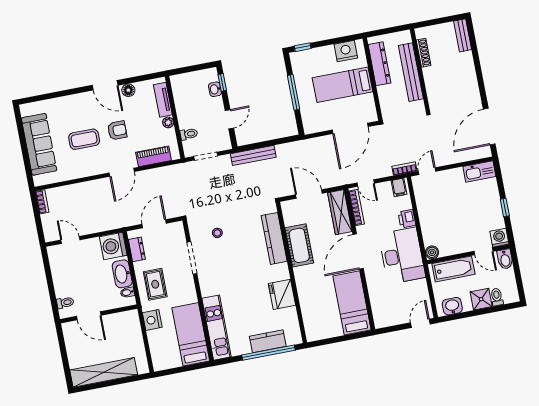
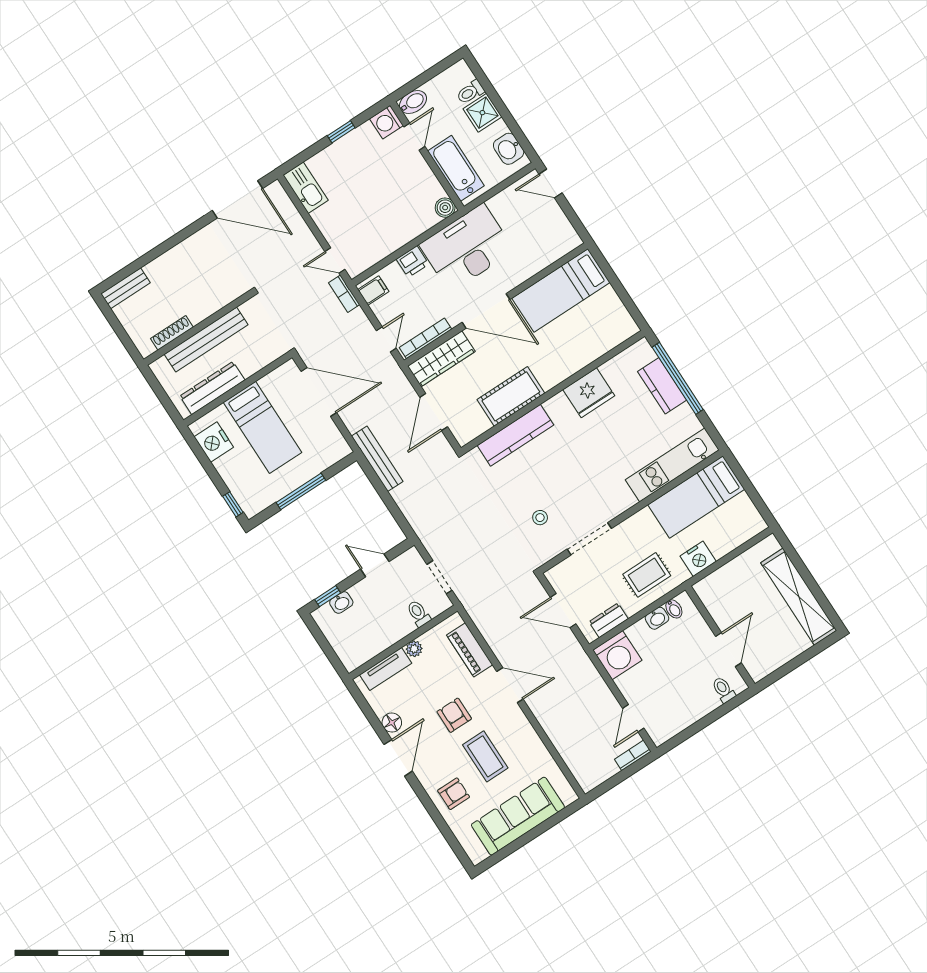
armchair: (69, 110) -> (454, 794), added
bench: (253, 155) -> (377, 459), moved
bookcase: (42, 202) -> (633, 755), moved
washbasin: (122, 274) -> (657, 618), width x0.52, depth x0.69

